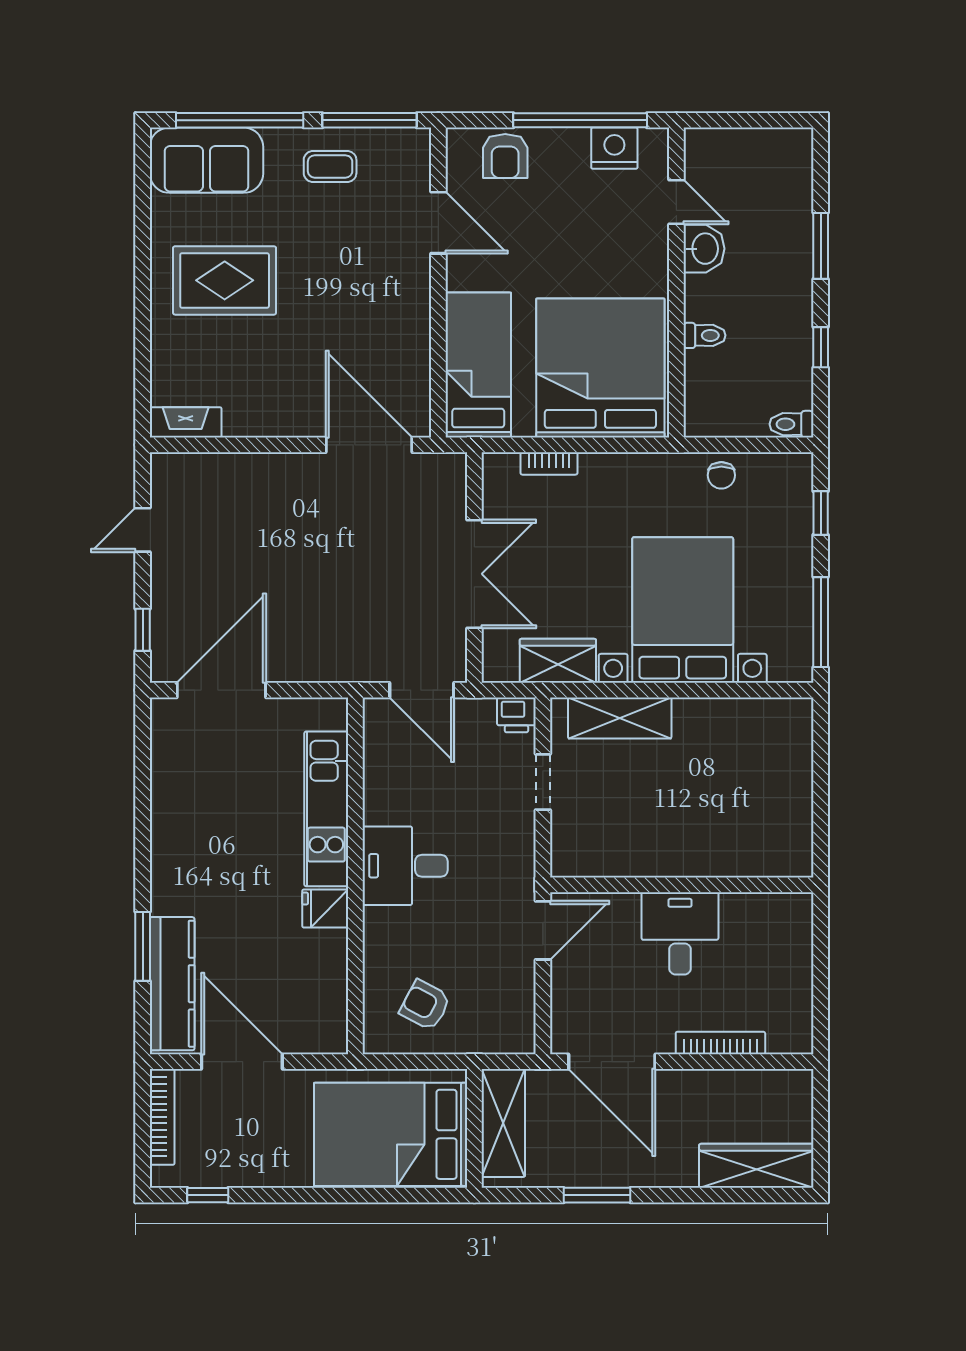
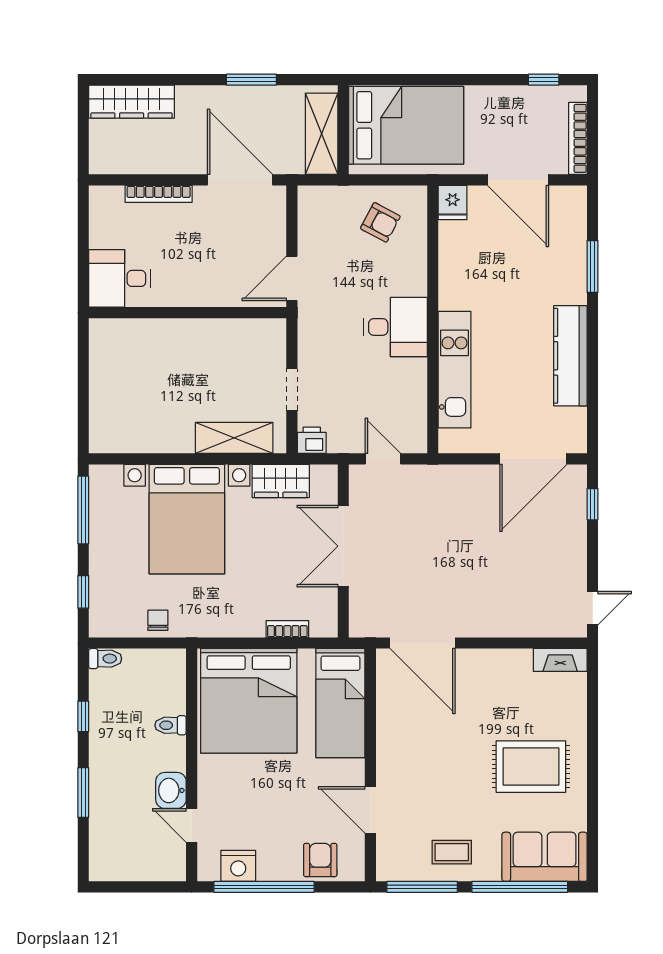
door: (143, 530) -> (593, 608), moved
door: (422, 690) -> (383, 459), width x0.73
fridge: (325, 909) -> (453, 202), moved, turned 90
desk: (680, 933) -> (120, 278), moved, turned 90
kitchen counter: (172, 984) -> (570, 356), moved

